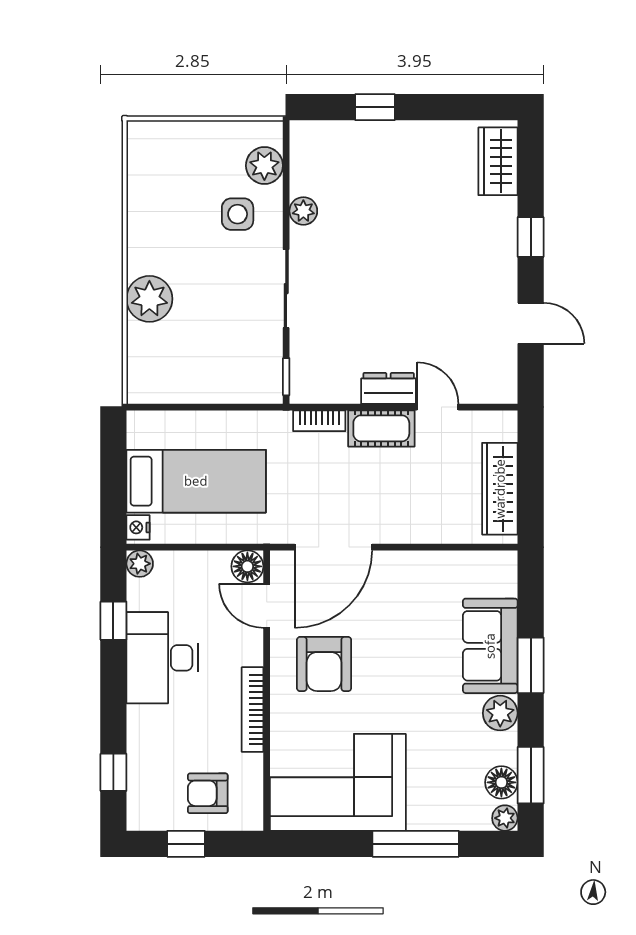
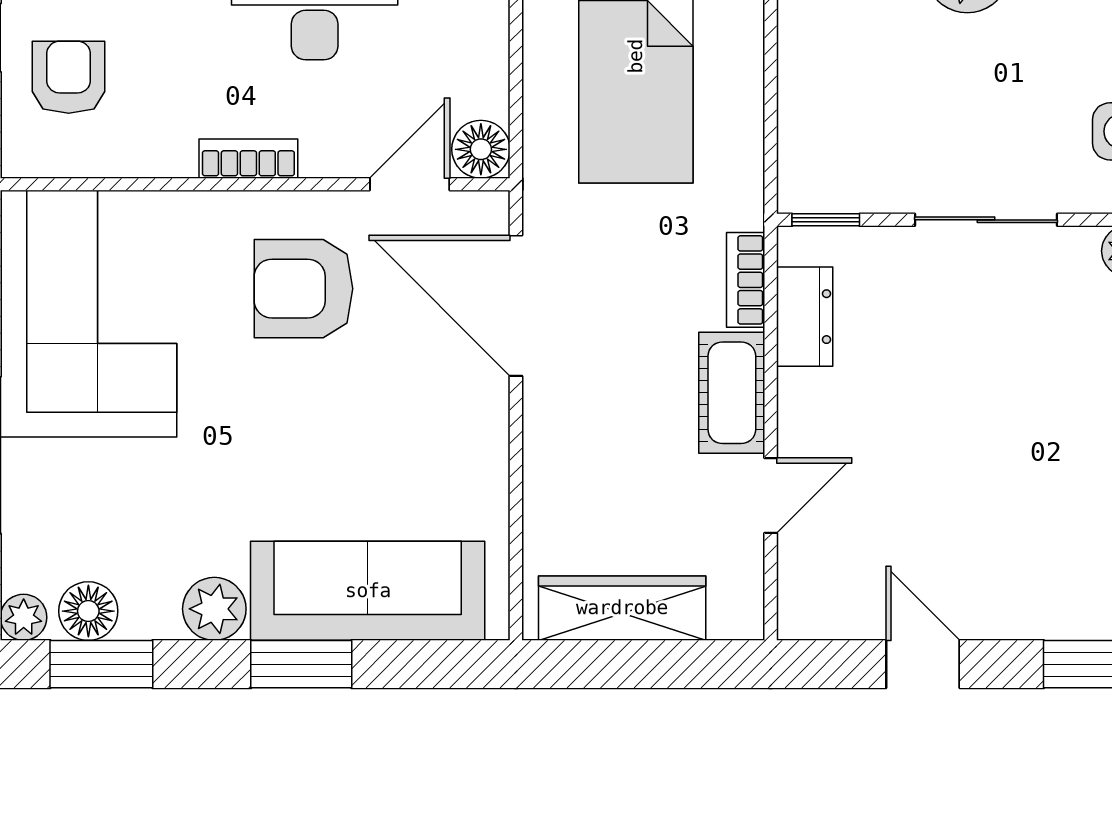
door: (531, 323) -> (923, 664), swing flipped
dresser: (389, 388) -> (805, 317), moved
sofa: (490, 646) -> (368, 591), width x1.36
bookcase: (253, 710) -> (248, 159), width x0.64

